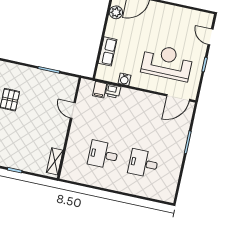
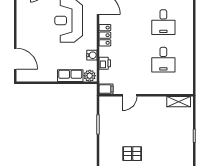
plant: (116, 12) -> (90, 76), moved
filing cabinet: (100, 90) -> (106, 89), moved
locker: (143, 98) -> (105, 35), added

